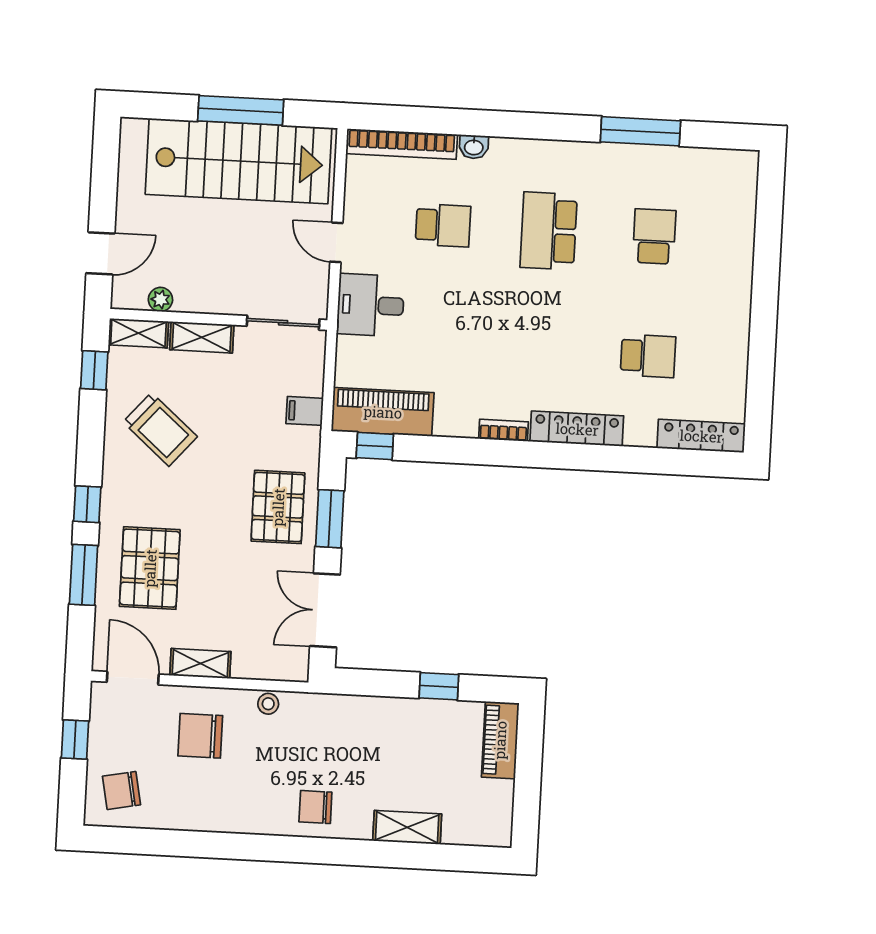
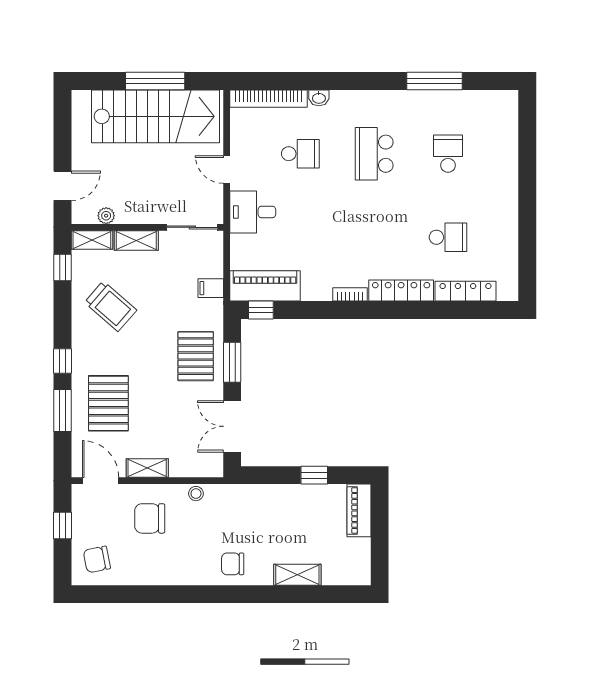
locker: (701, 436) -> (466, 291), moved

